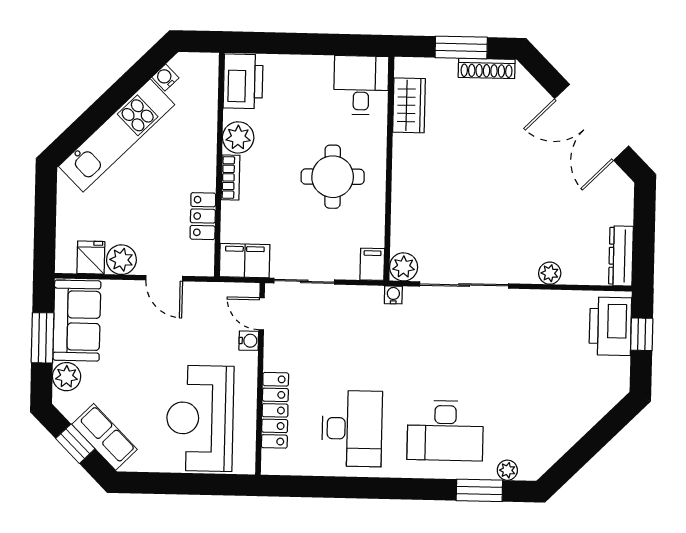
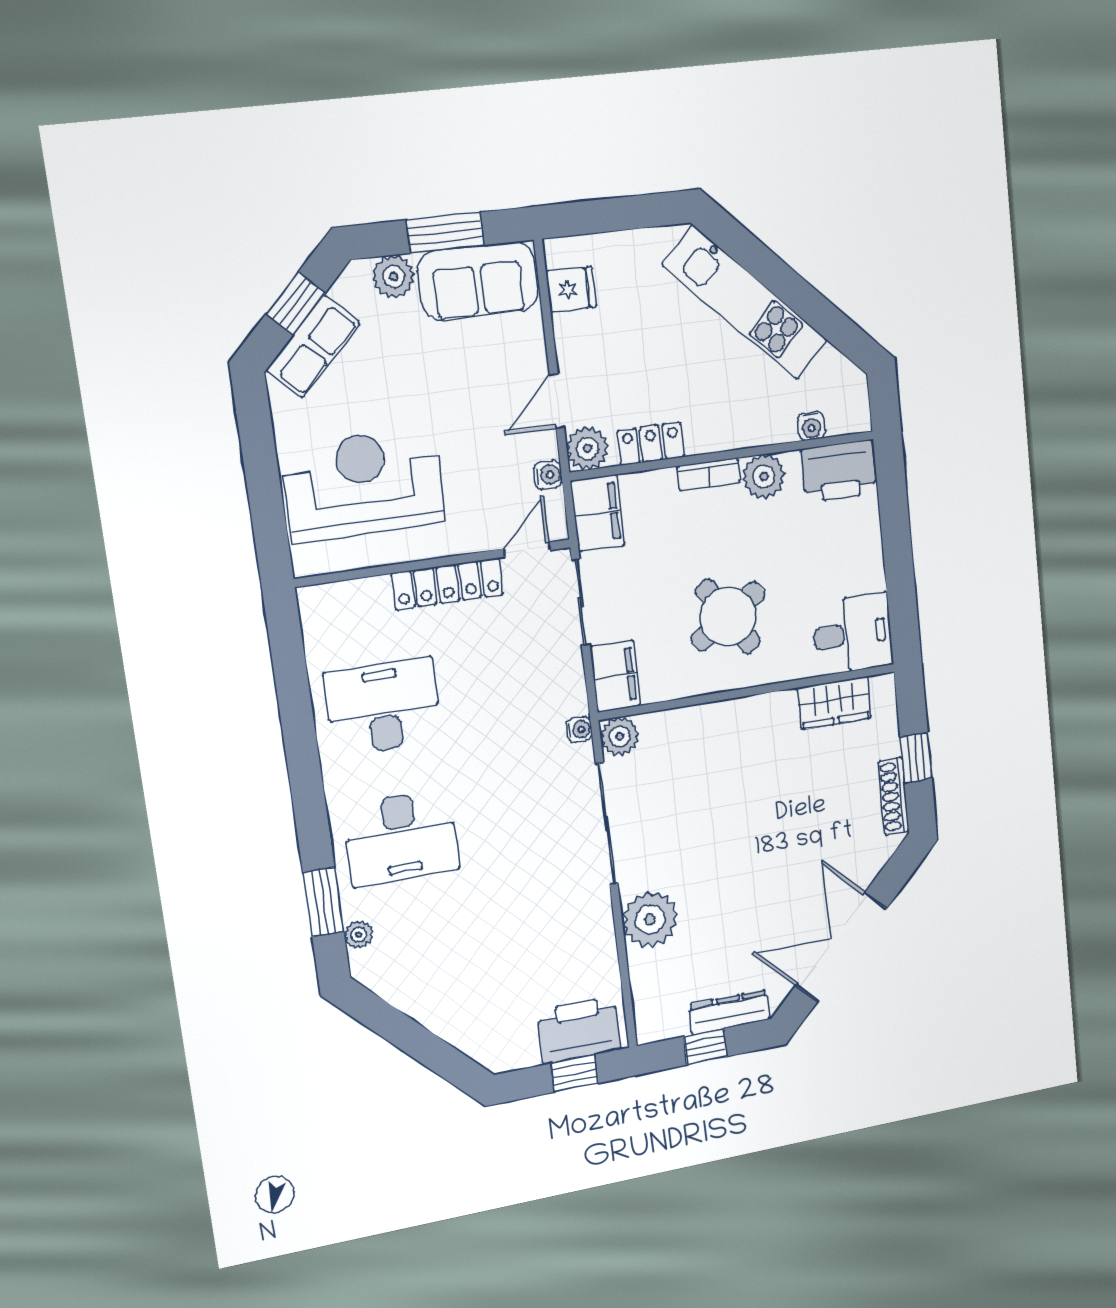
window: (461, 47) -> (916, 758), width x0.67
water cooler: (165, 78) -> (811, 426), moved, turned 135
round table: (333, 177) -> (728, 617), turned -32
window: (644, 235) -> (705, 1047), added
dresser: (621, 256) -> (729, 1012), moved
plant: (121, 260) -> (587, 449), moved
filing cabinet: (372, 264) -> (615, 676), width x2.00
plant: (550, 273) -> (650, 919), width x1.88, depth x1.88
water cooler: (249, 341) -> (548, 475), moved, turned -90
locker: (275, 410) -> (448, 584), moved
desk: (352, 429) -> (383, 707), turned 180
desk: (445, 431) -> (401, 838), turned -90

